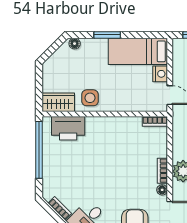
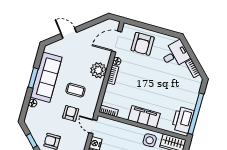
filing cabinet: (106, 127) -> (144, 117), added
printer: (68, 128) -> (183, 120), moved, turned -90

